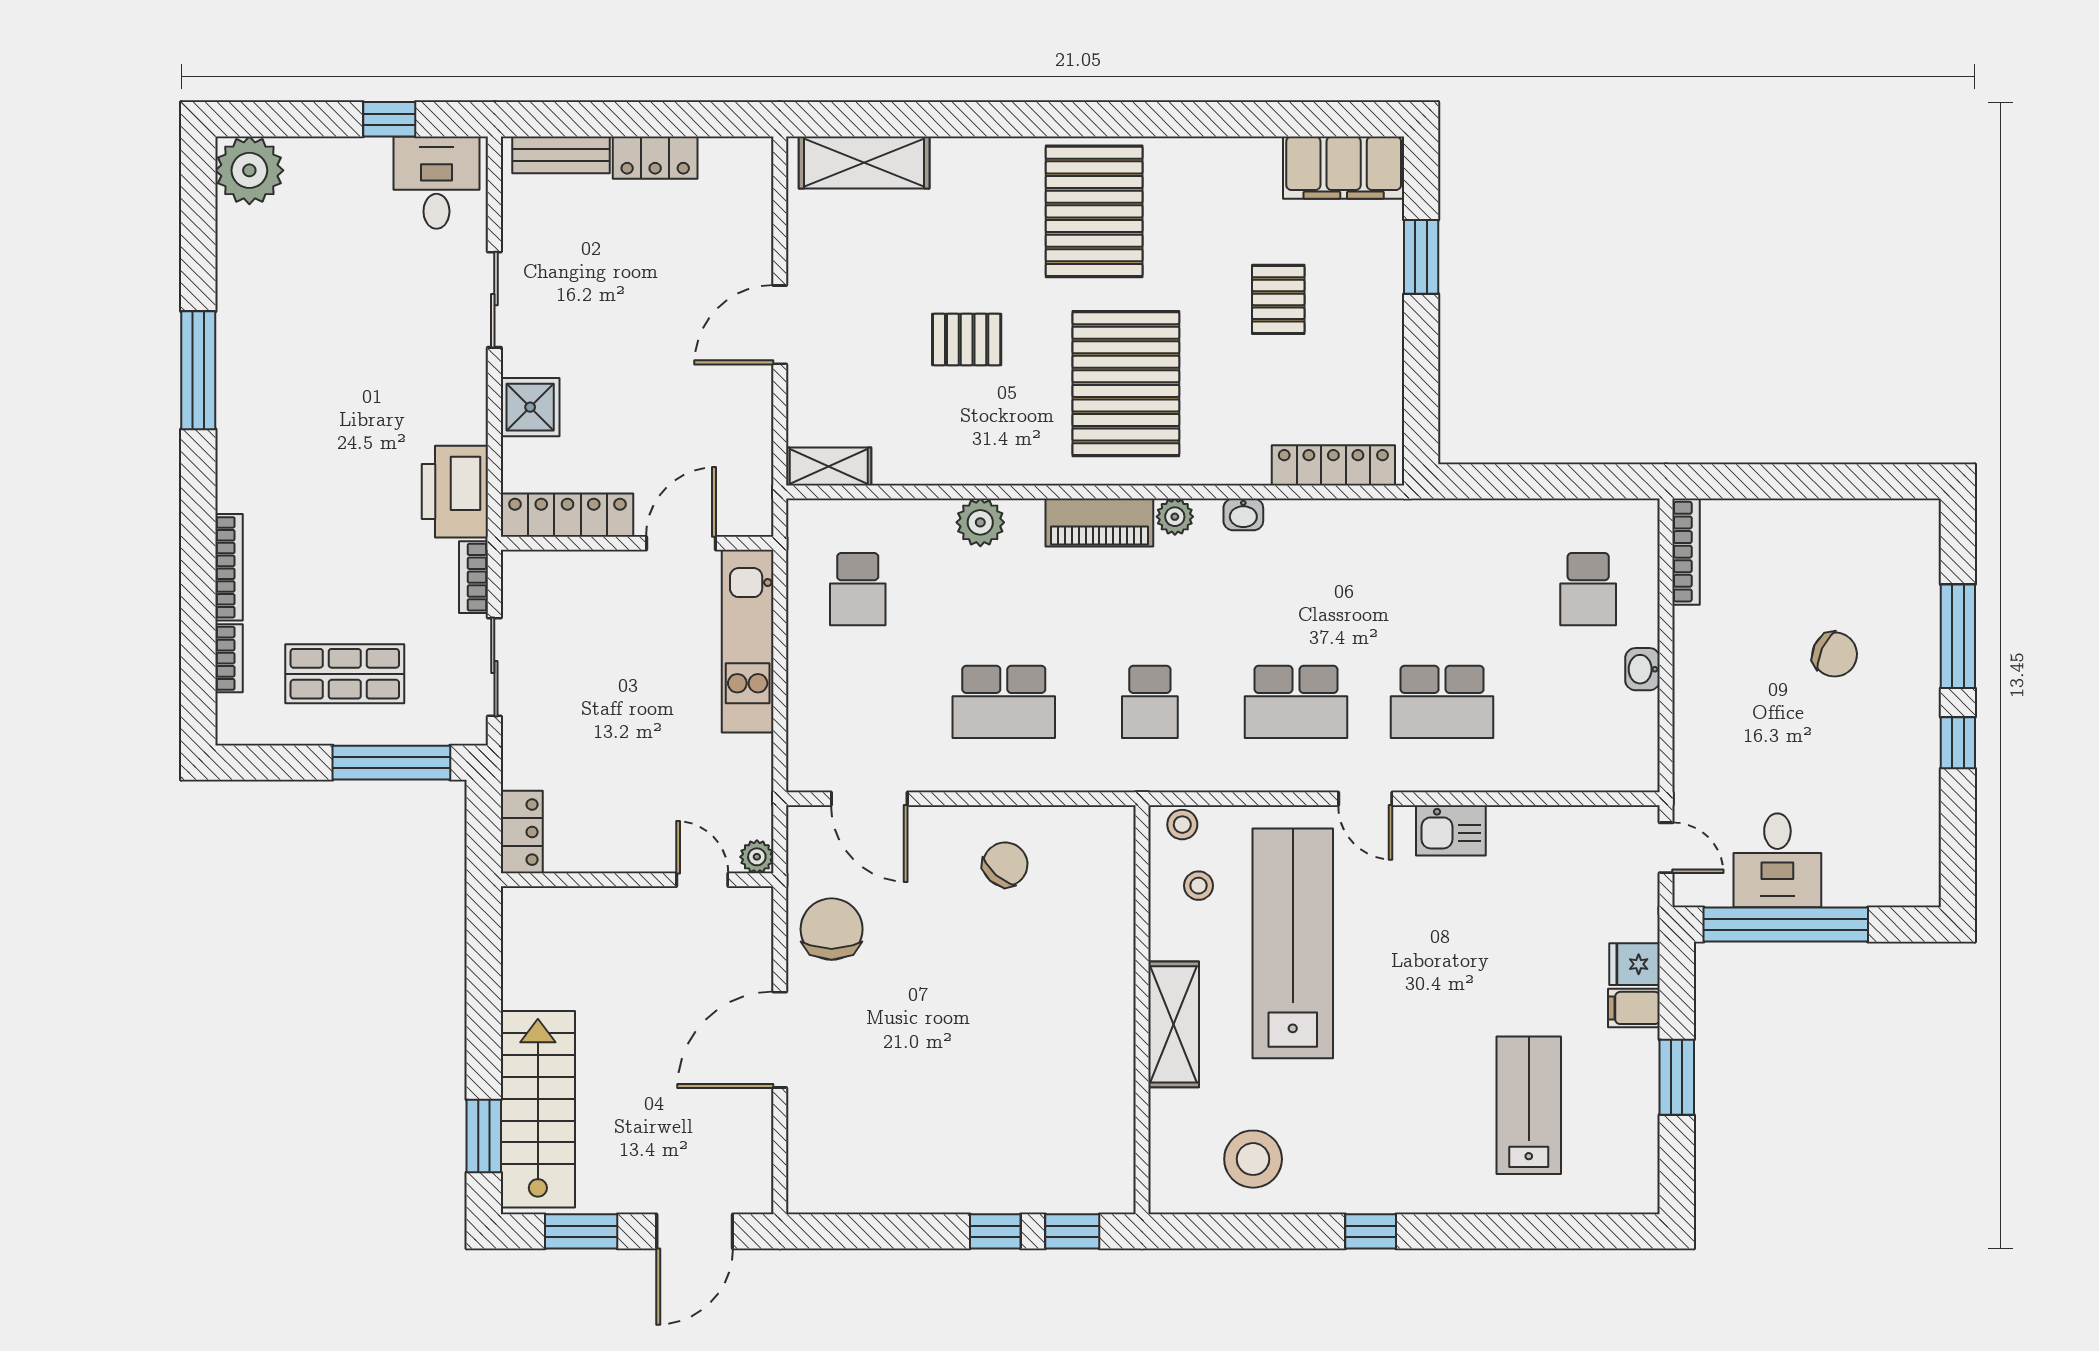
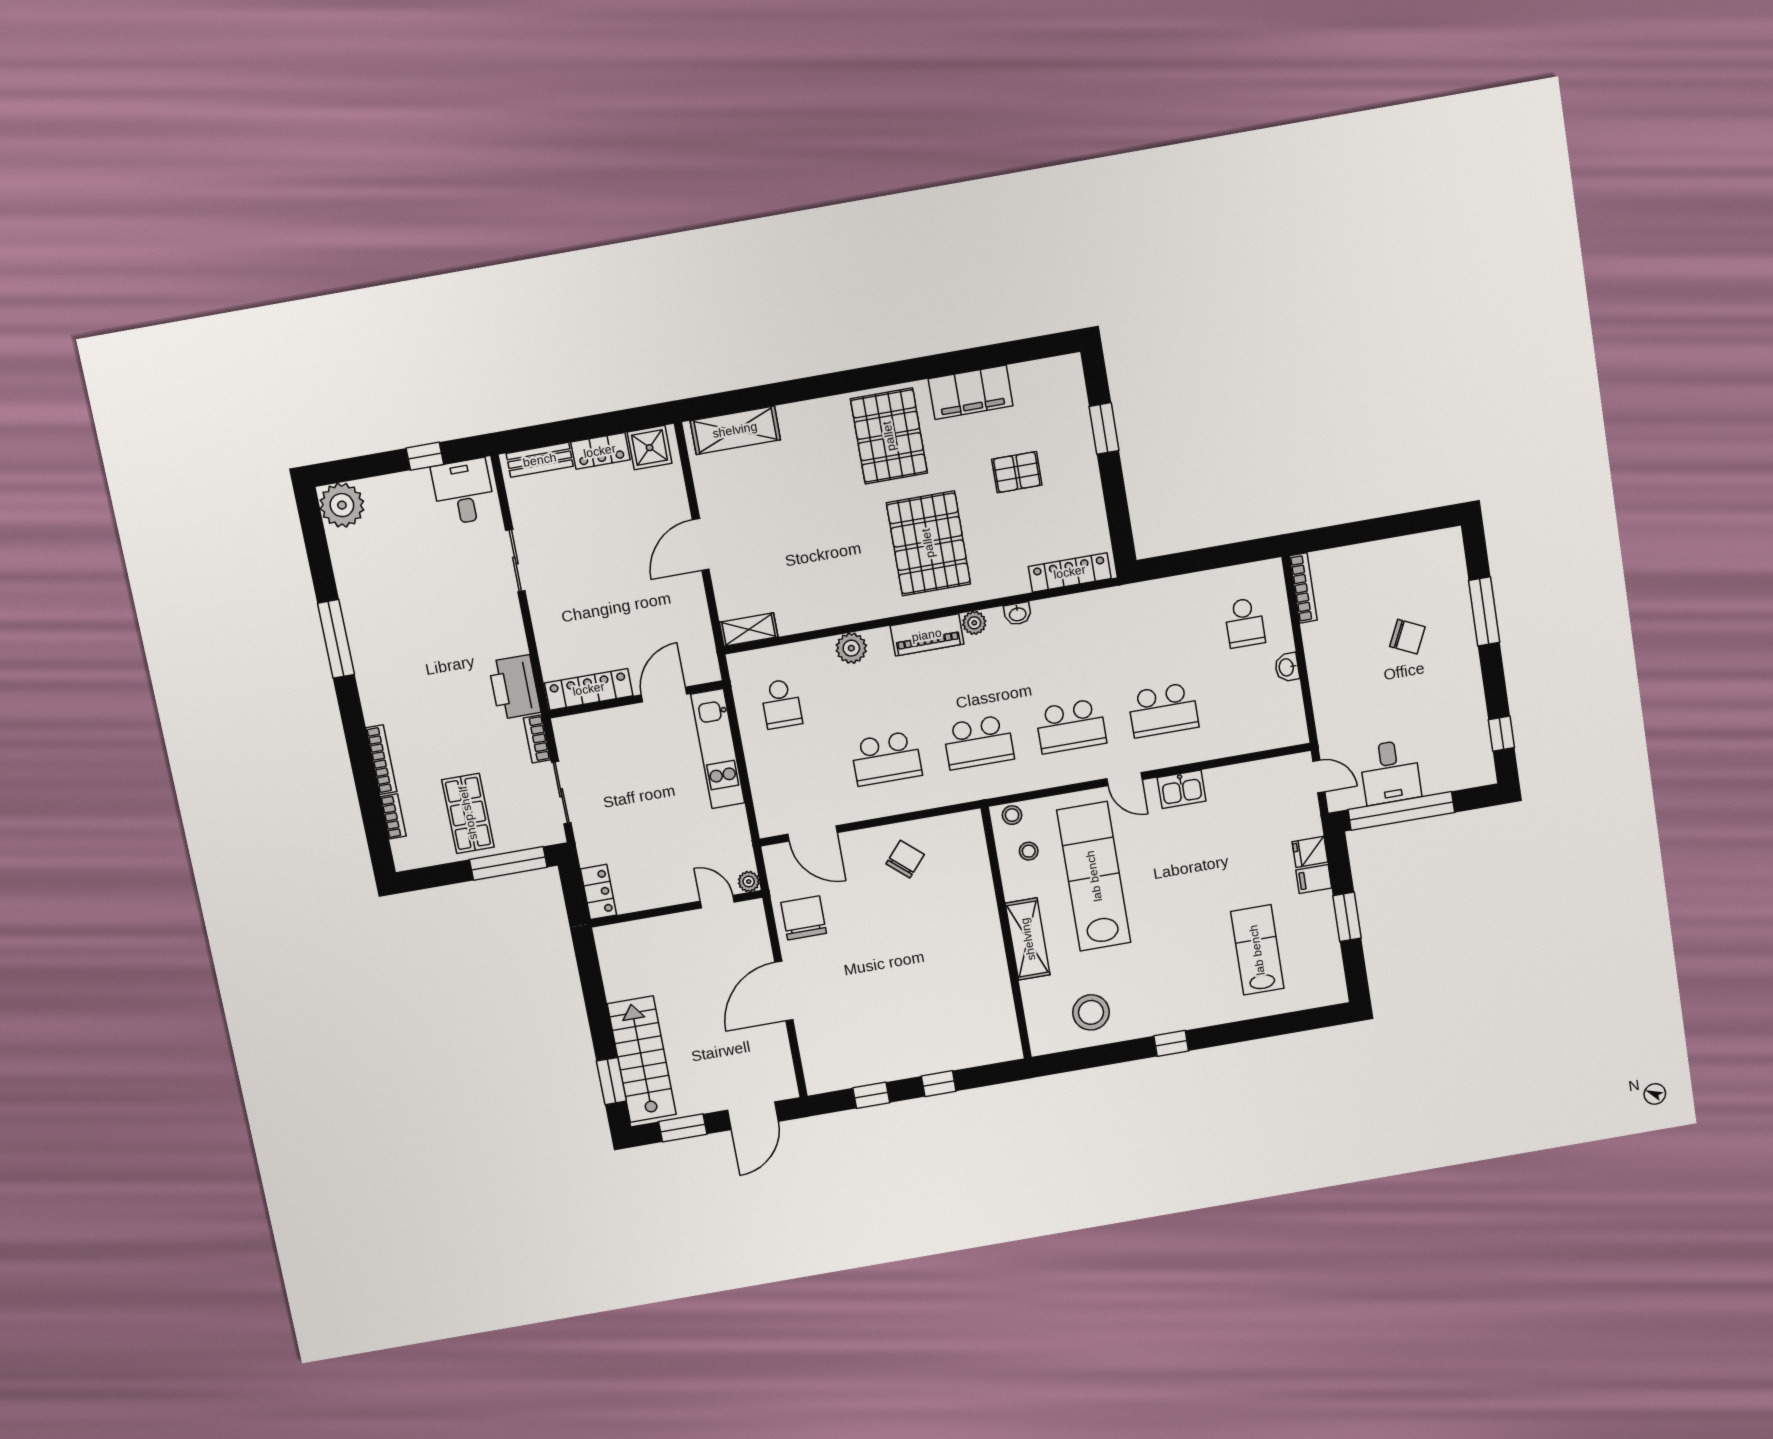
filing cabinet: (1344, 168) -> (971, 392), moved
pallet: (1278, 299) -> (1017, 472), turned 90
pallet: (967, 340) -> (822, 533), removed
shower: (530, 407) -> (650, 448), moved
shop shelf: (345, 674) -> (468, 813), turned 90
school desk: (1150, 702) -> (979, 742), width x1.85
window: (1958, 743) -> (1501, 734), moved
window: (1072, 1231) -> (871, 1095), moved

